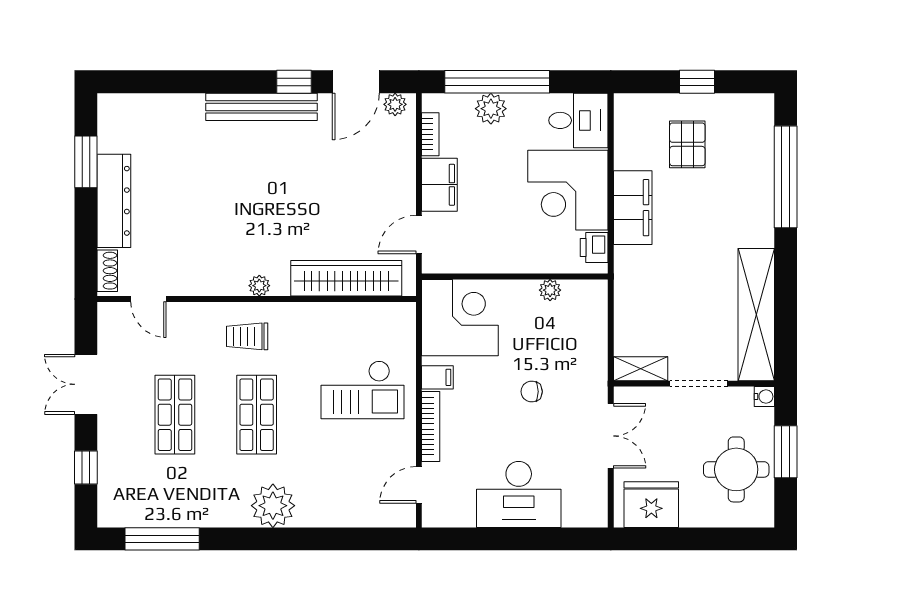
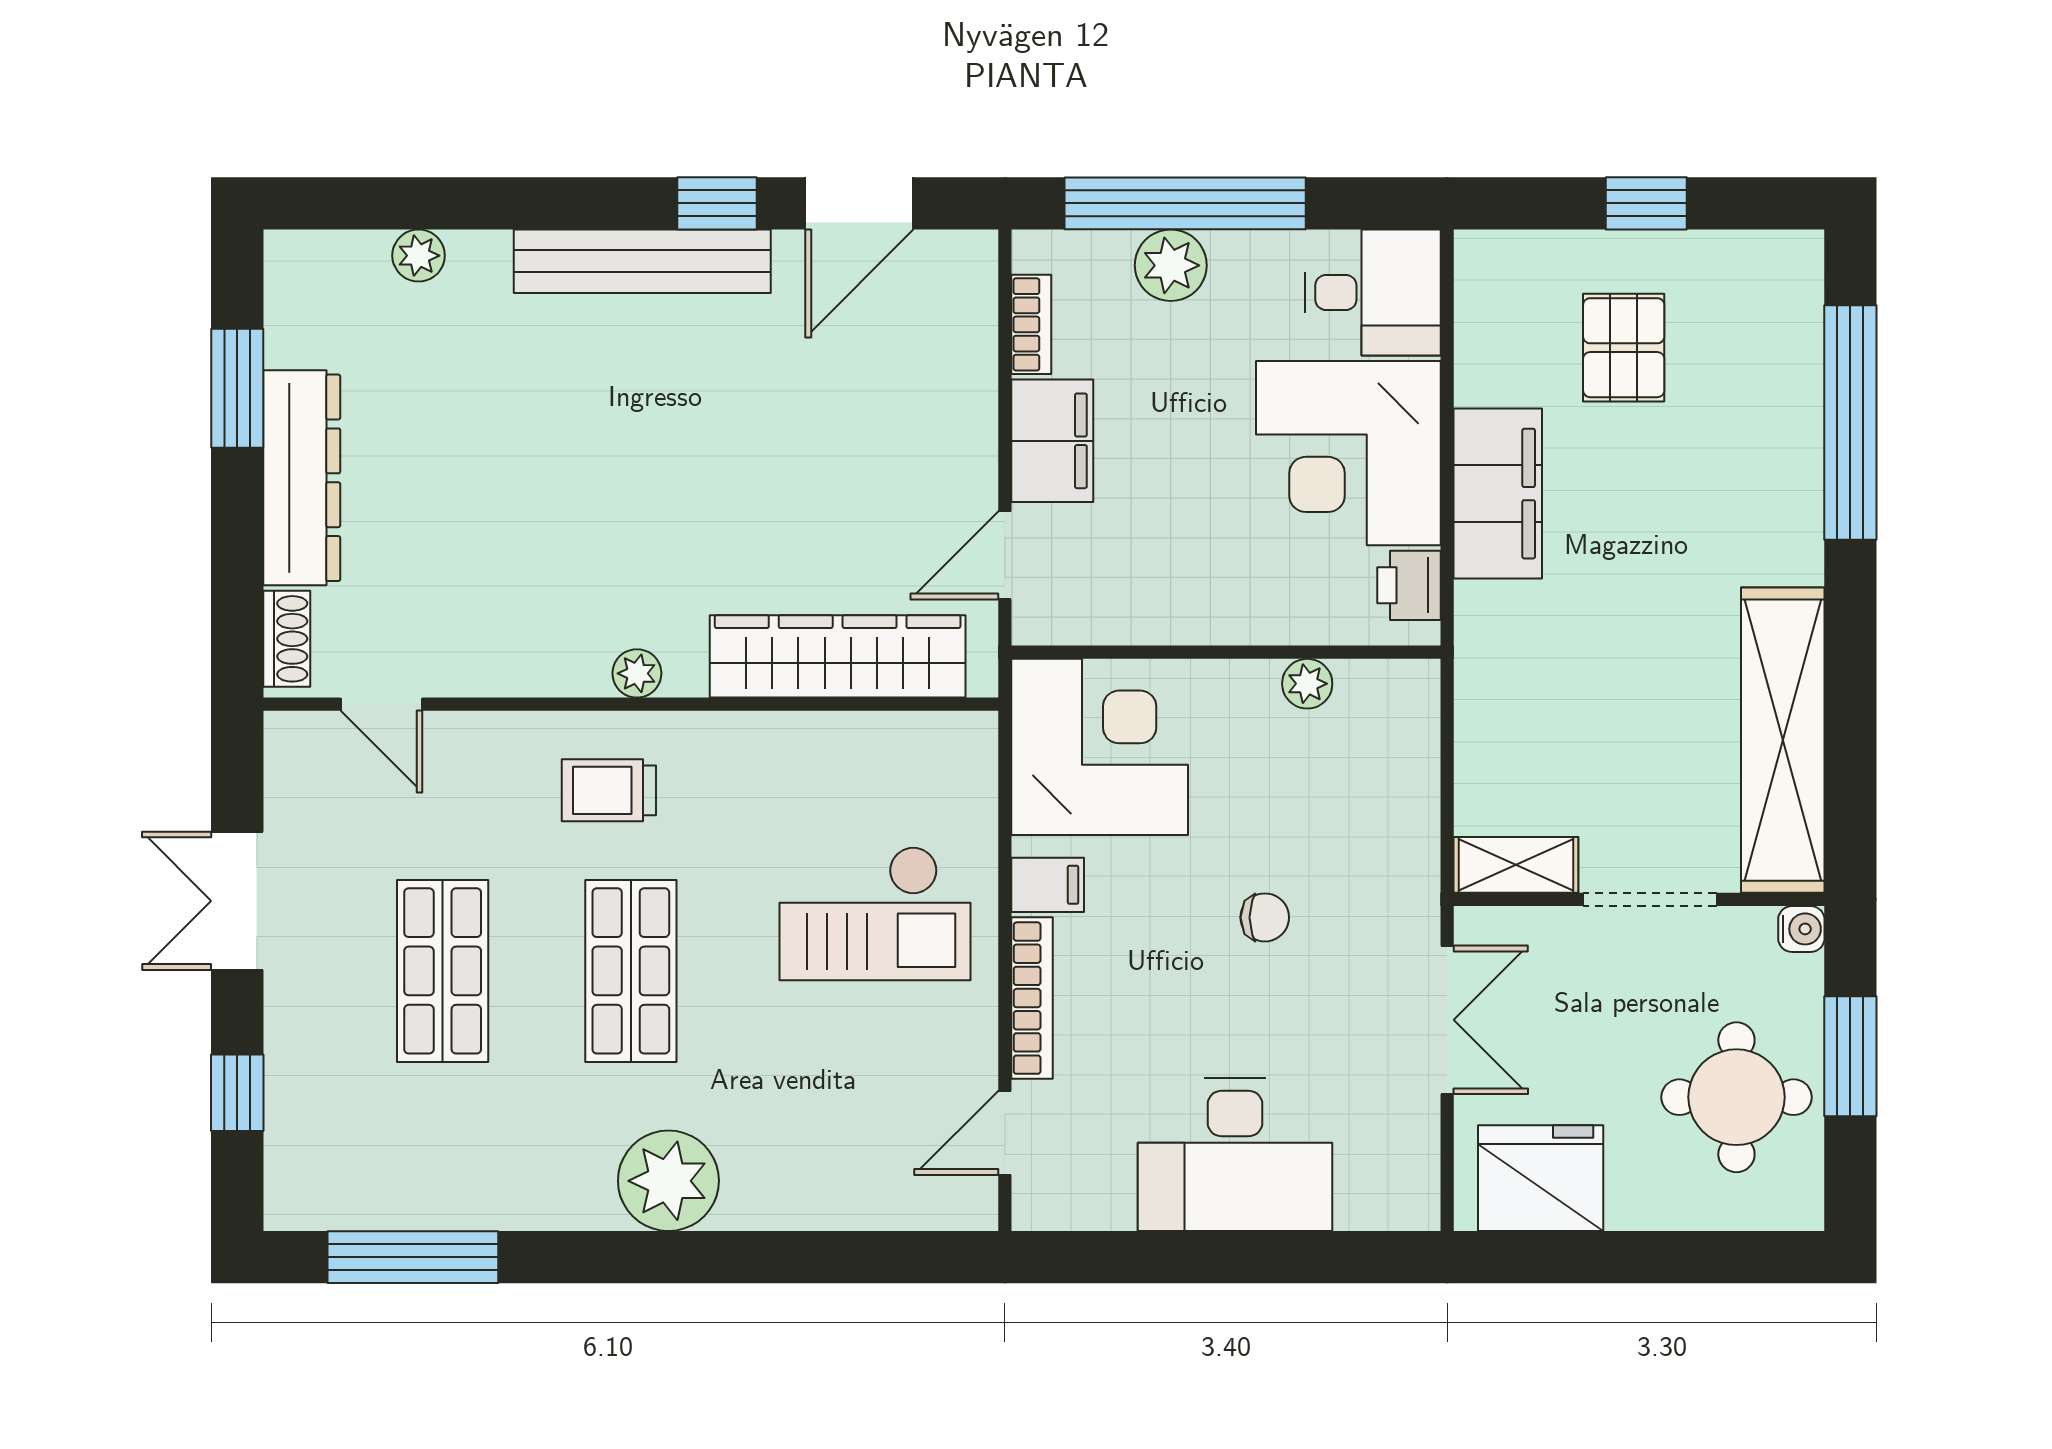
plant: (395, 104) -> (419, 256), moved
chair: (532, 392) -> (1265, 917), turned 180

